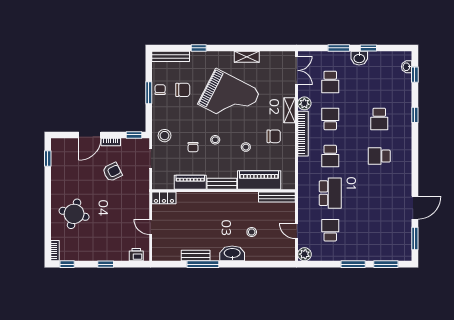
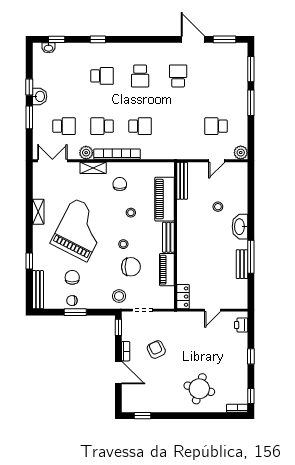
chair: (193, 147) -> (131, 267), width x1.87, depth x1.87
school desk: (330, 193) -> (178, 76), moved, width x0.54

